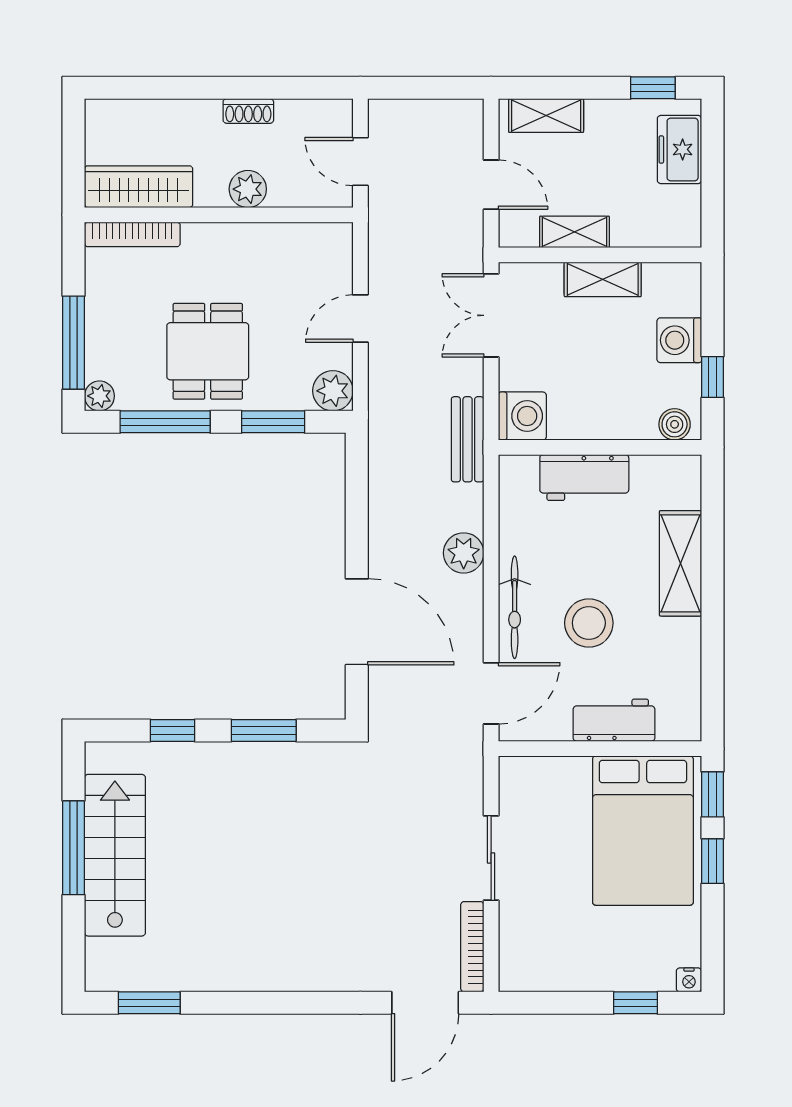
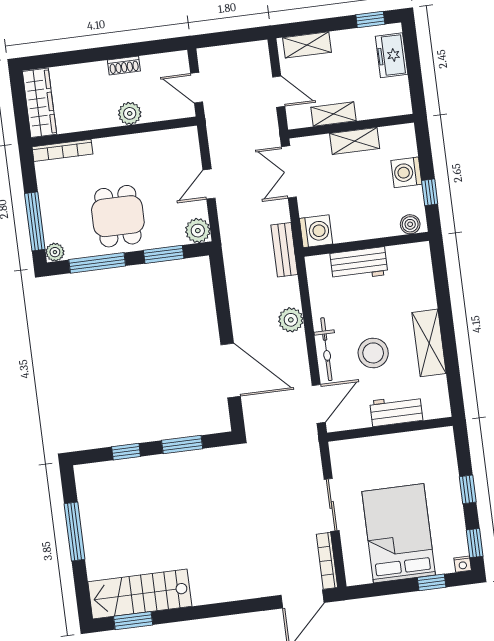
wardrobe: (139, 187) -> (39, 103), moved, turned 90
shelving: (681, 563) -> (429, 343), moved
window: (713, 794) -> (475, 543), moved
bed: (643, 831) -> (399, 533), moved, turned 180
stairs: (115, 855) -> (140, 594), moved, turned -90

